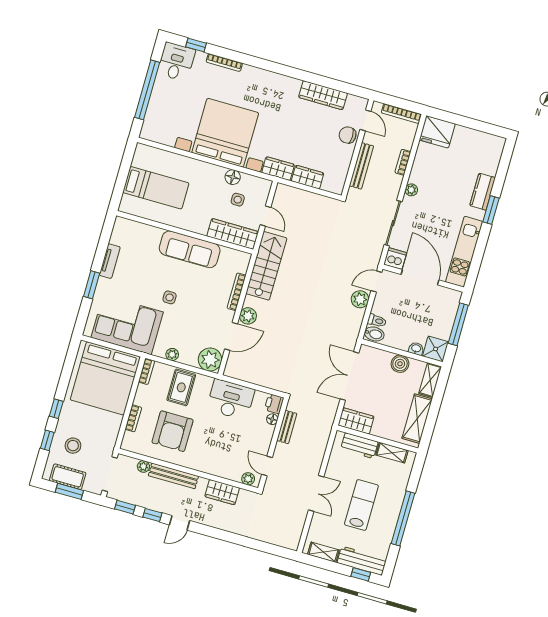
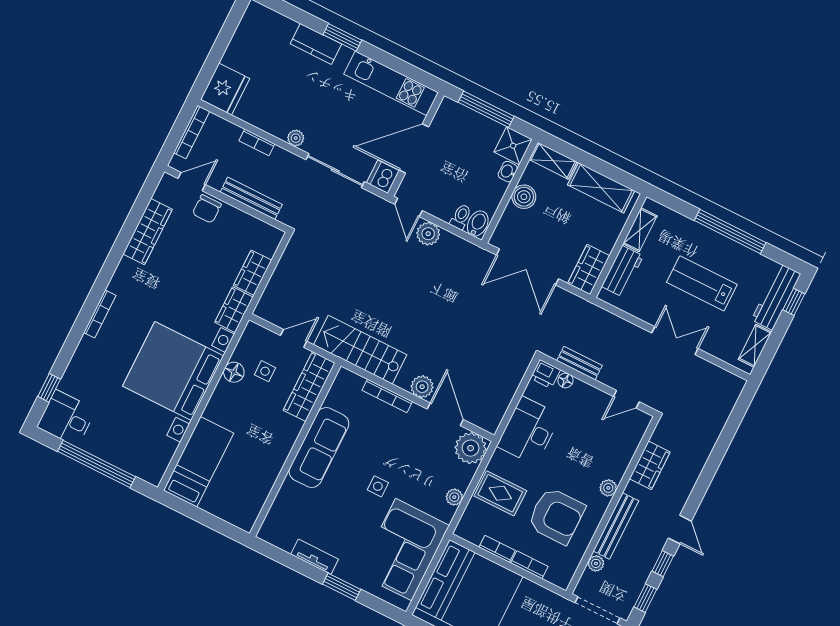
bookcase: (224, 63) -> (100, 314), moved
bed: (156, 188) -> (199, 462), moved
bookcase: (146, 371) -> (497, 549), moved
plant: (248, 479) -> (608, 488), moved

